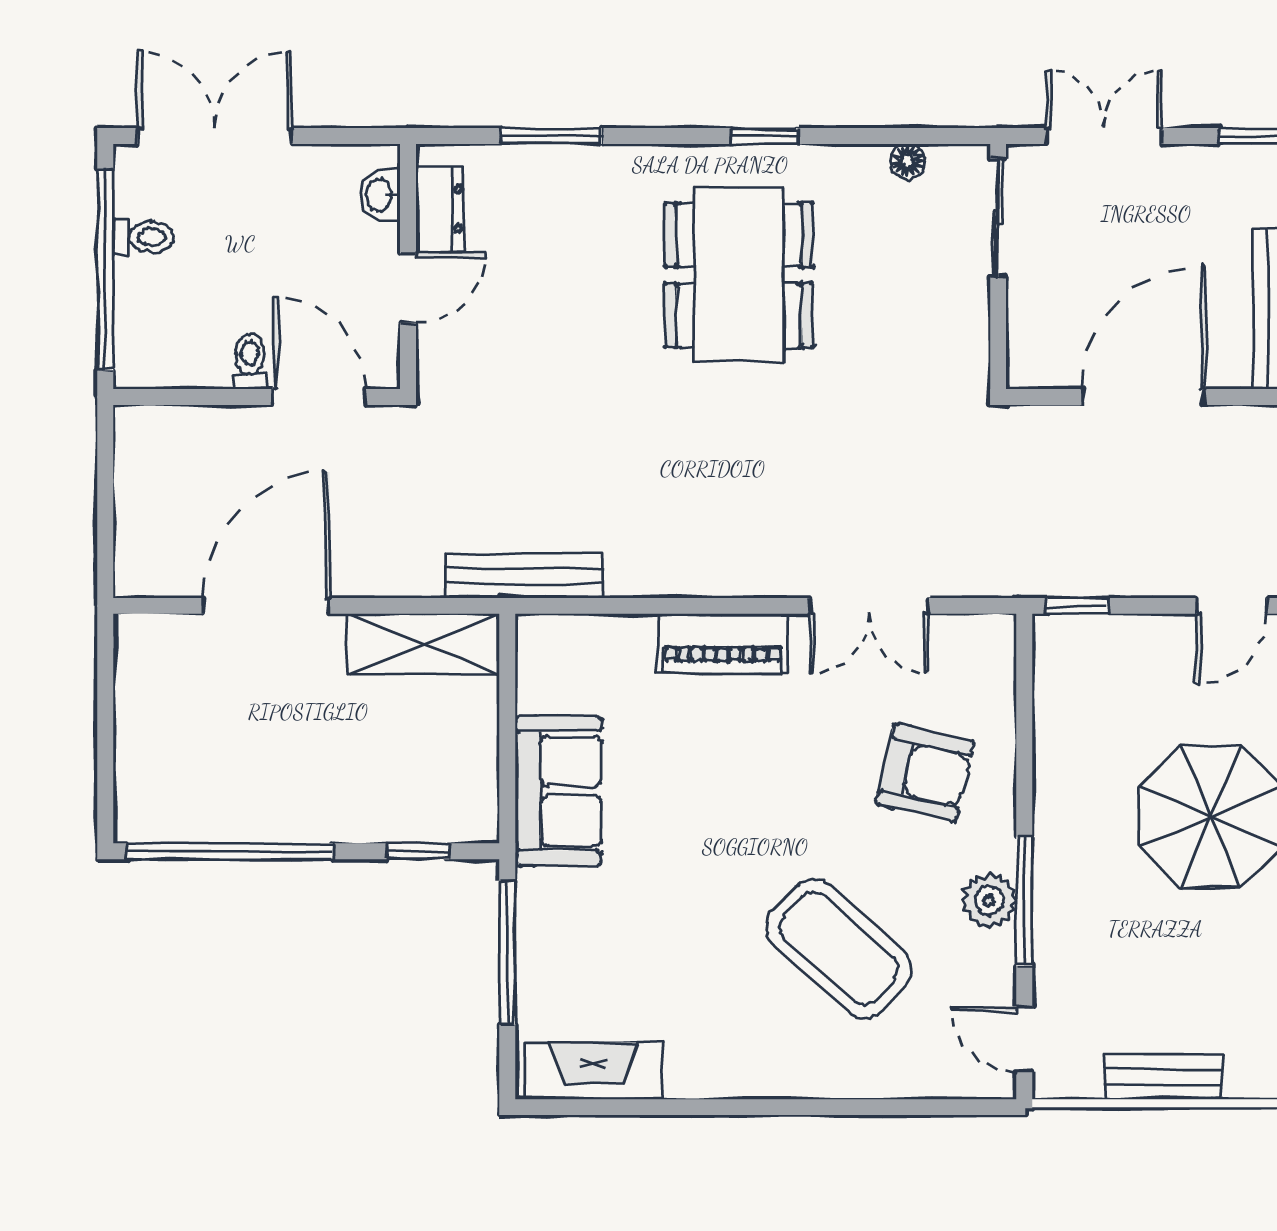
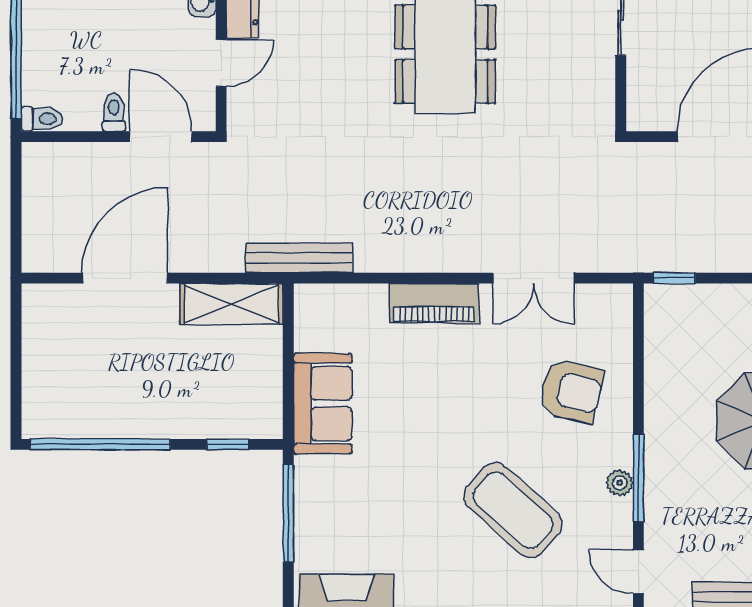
toilet: (143, 237) -> (42, 119), moved
plant: (989, 901) -> (620, 483), width x0.73, depth x0.73

